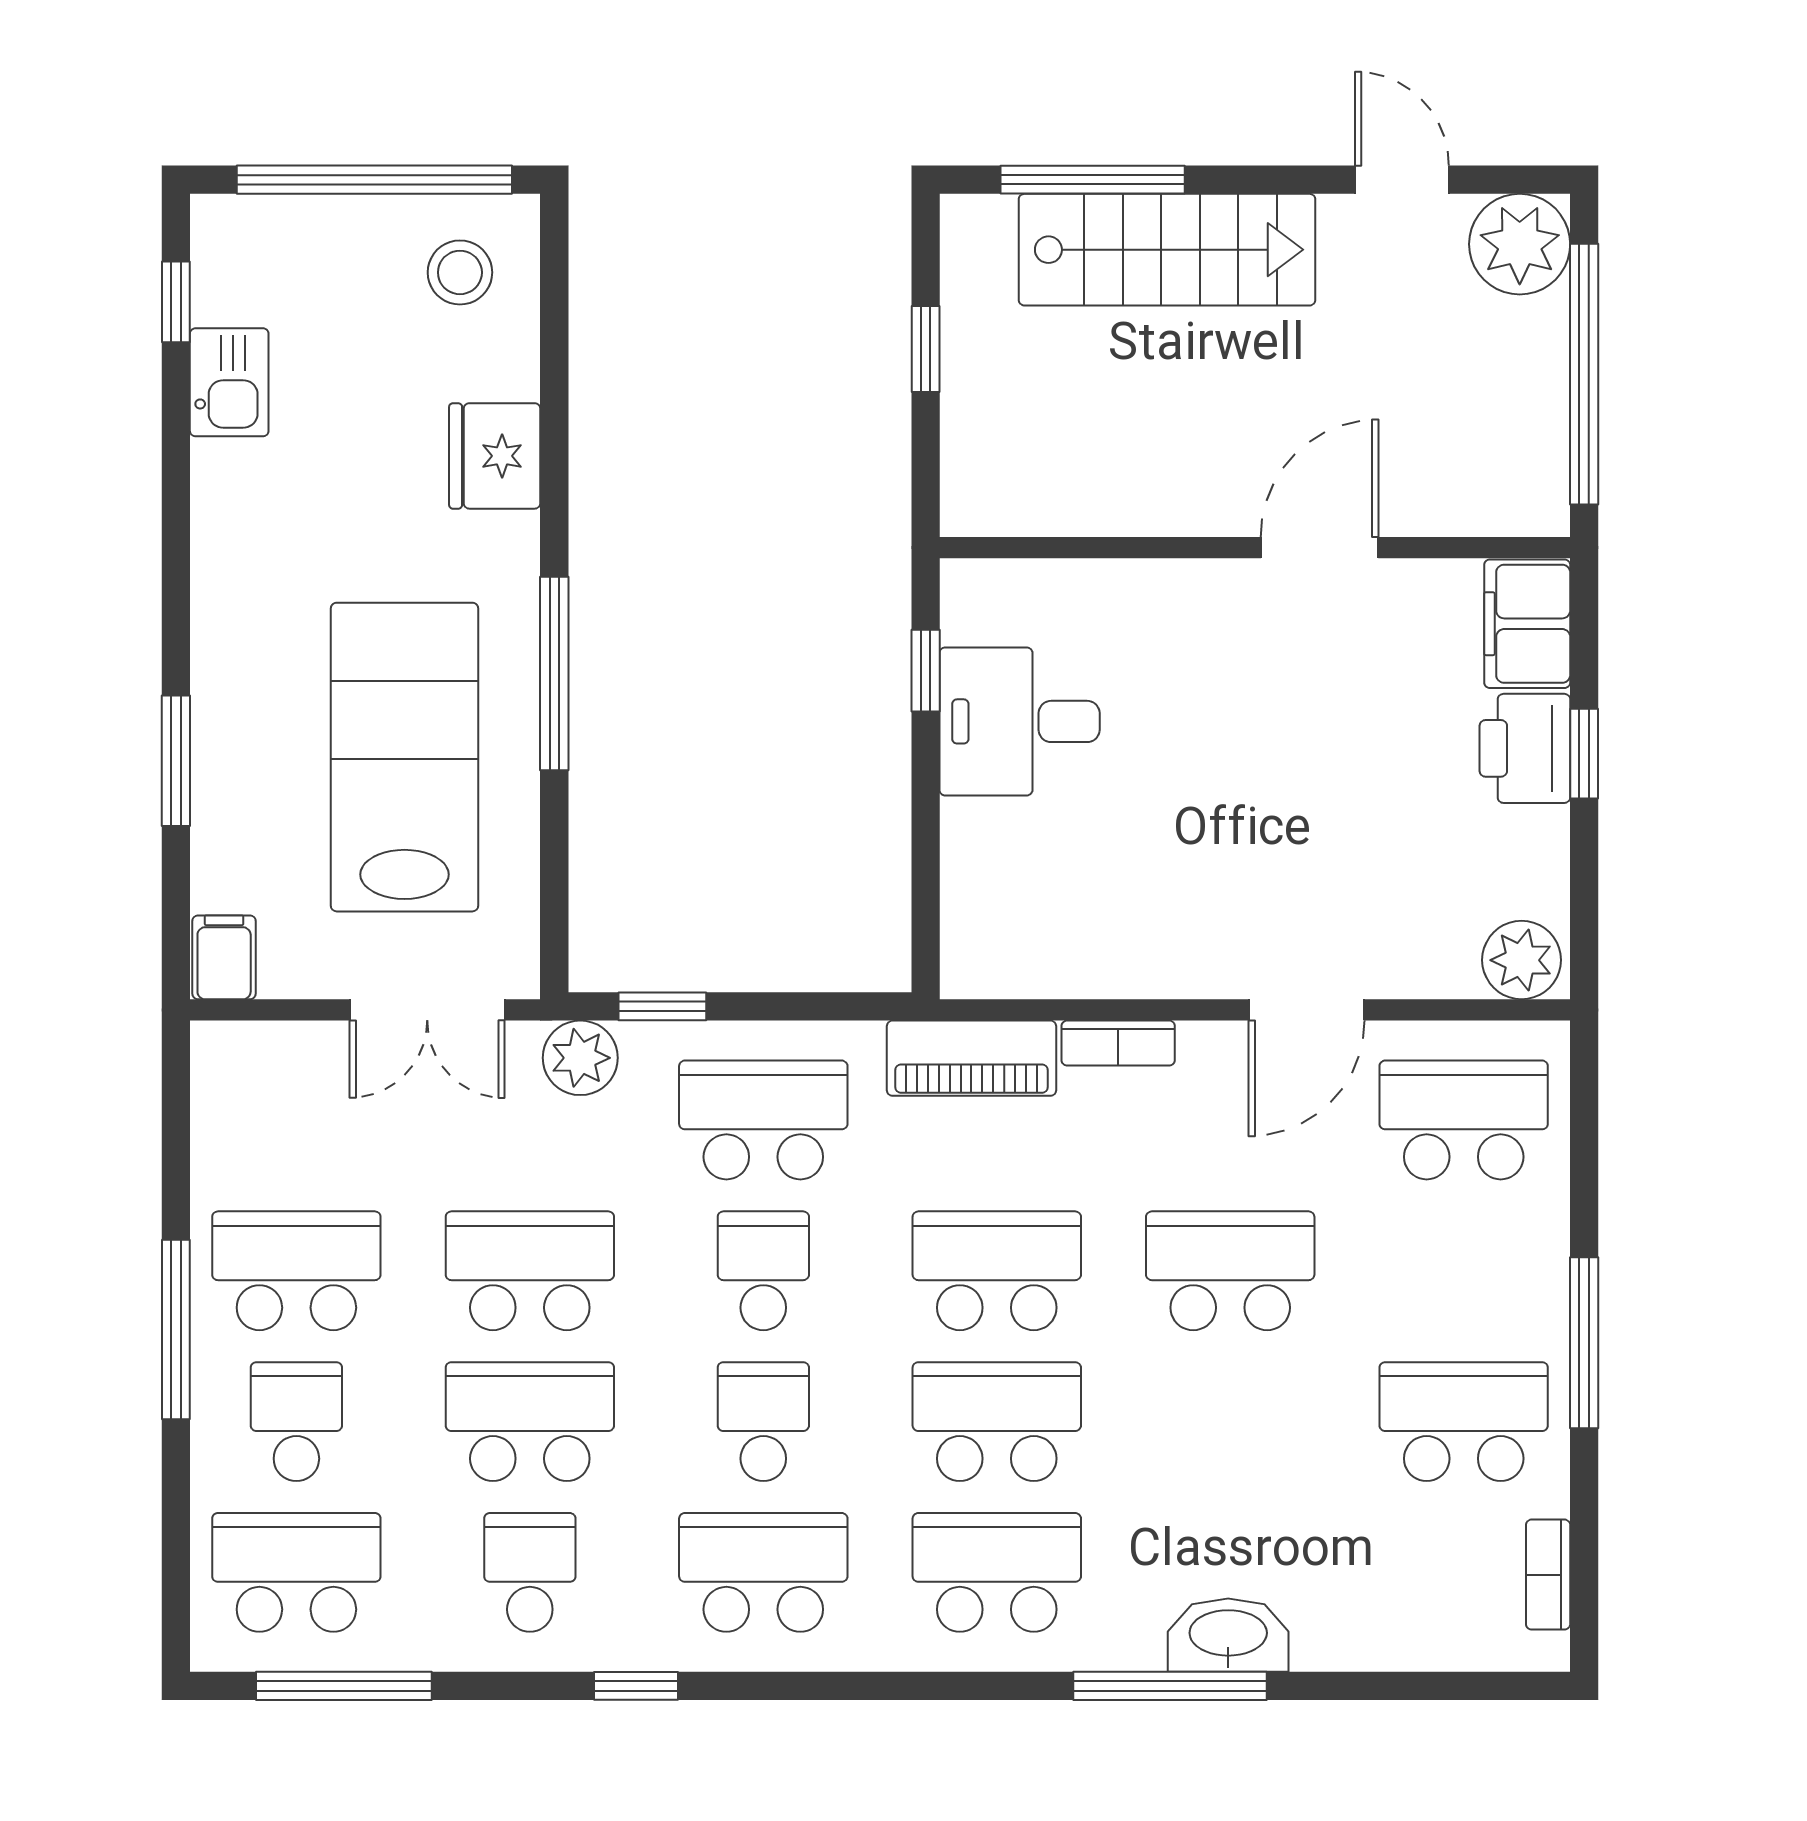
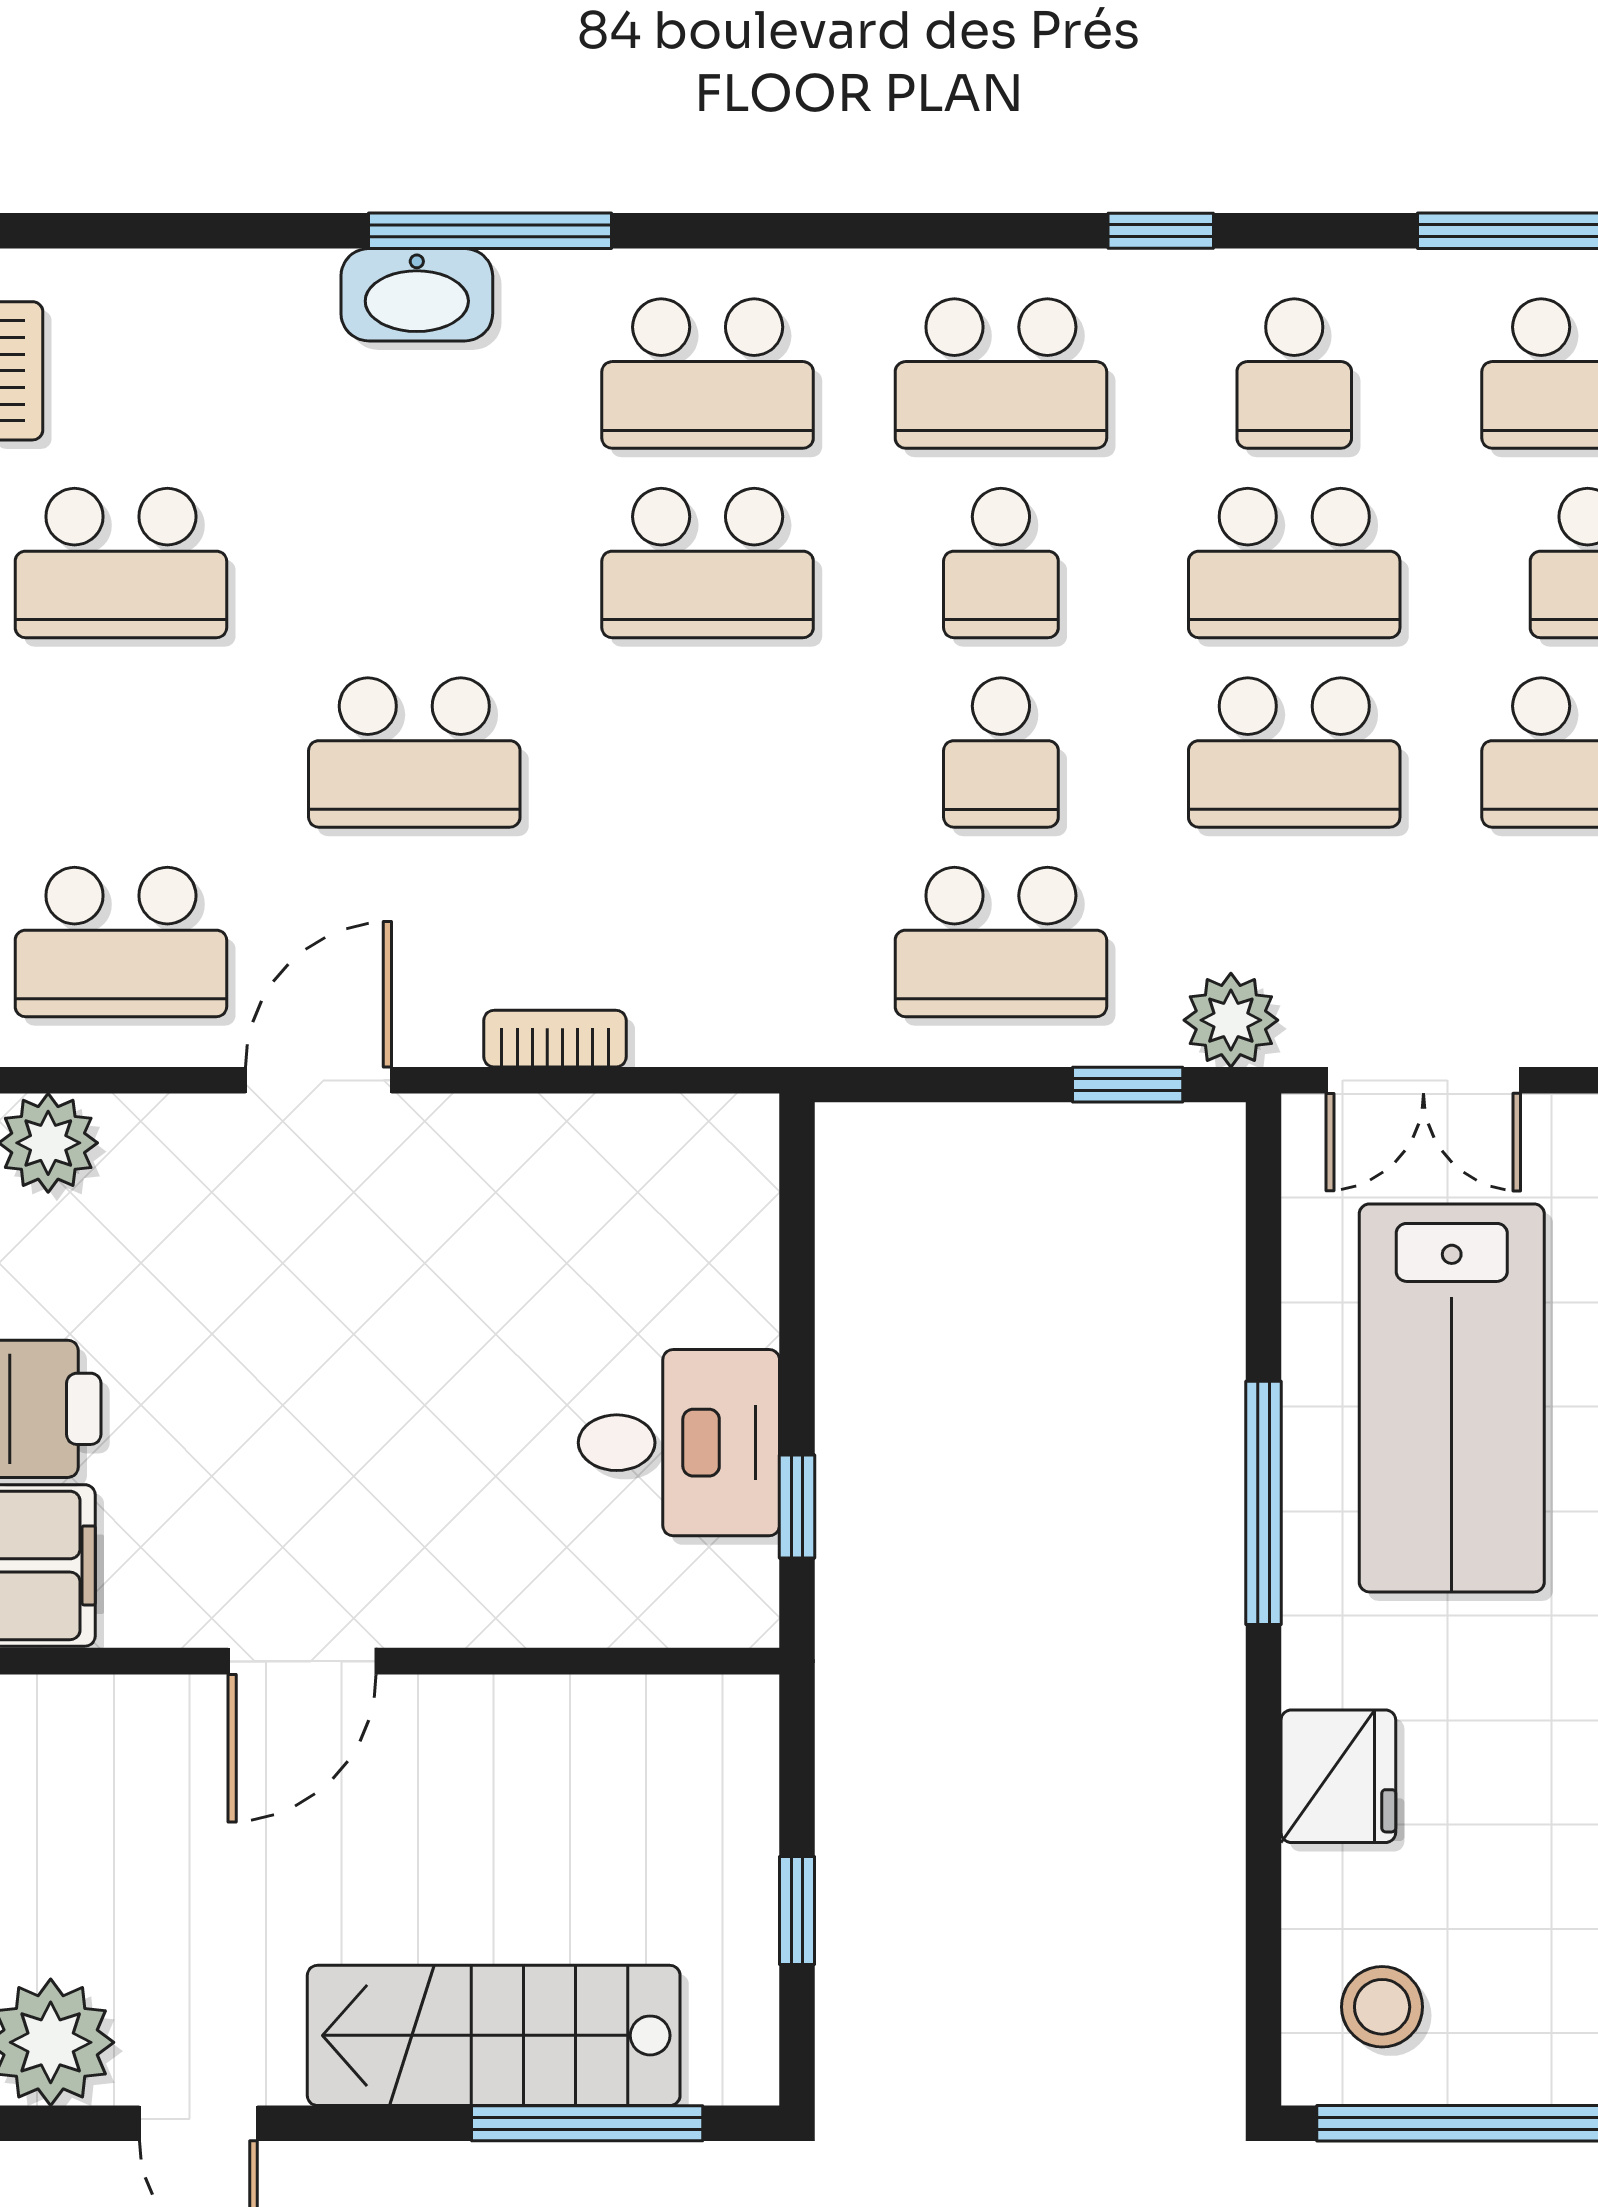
double door: (427, 1010) -> (1423, 1080), swing flipped
piano: (971, 1058) -> (739, 1020), removed
school desk: (997, 1271) -> (708, 752), removed

